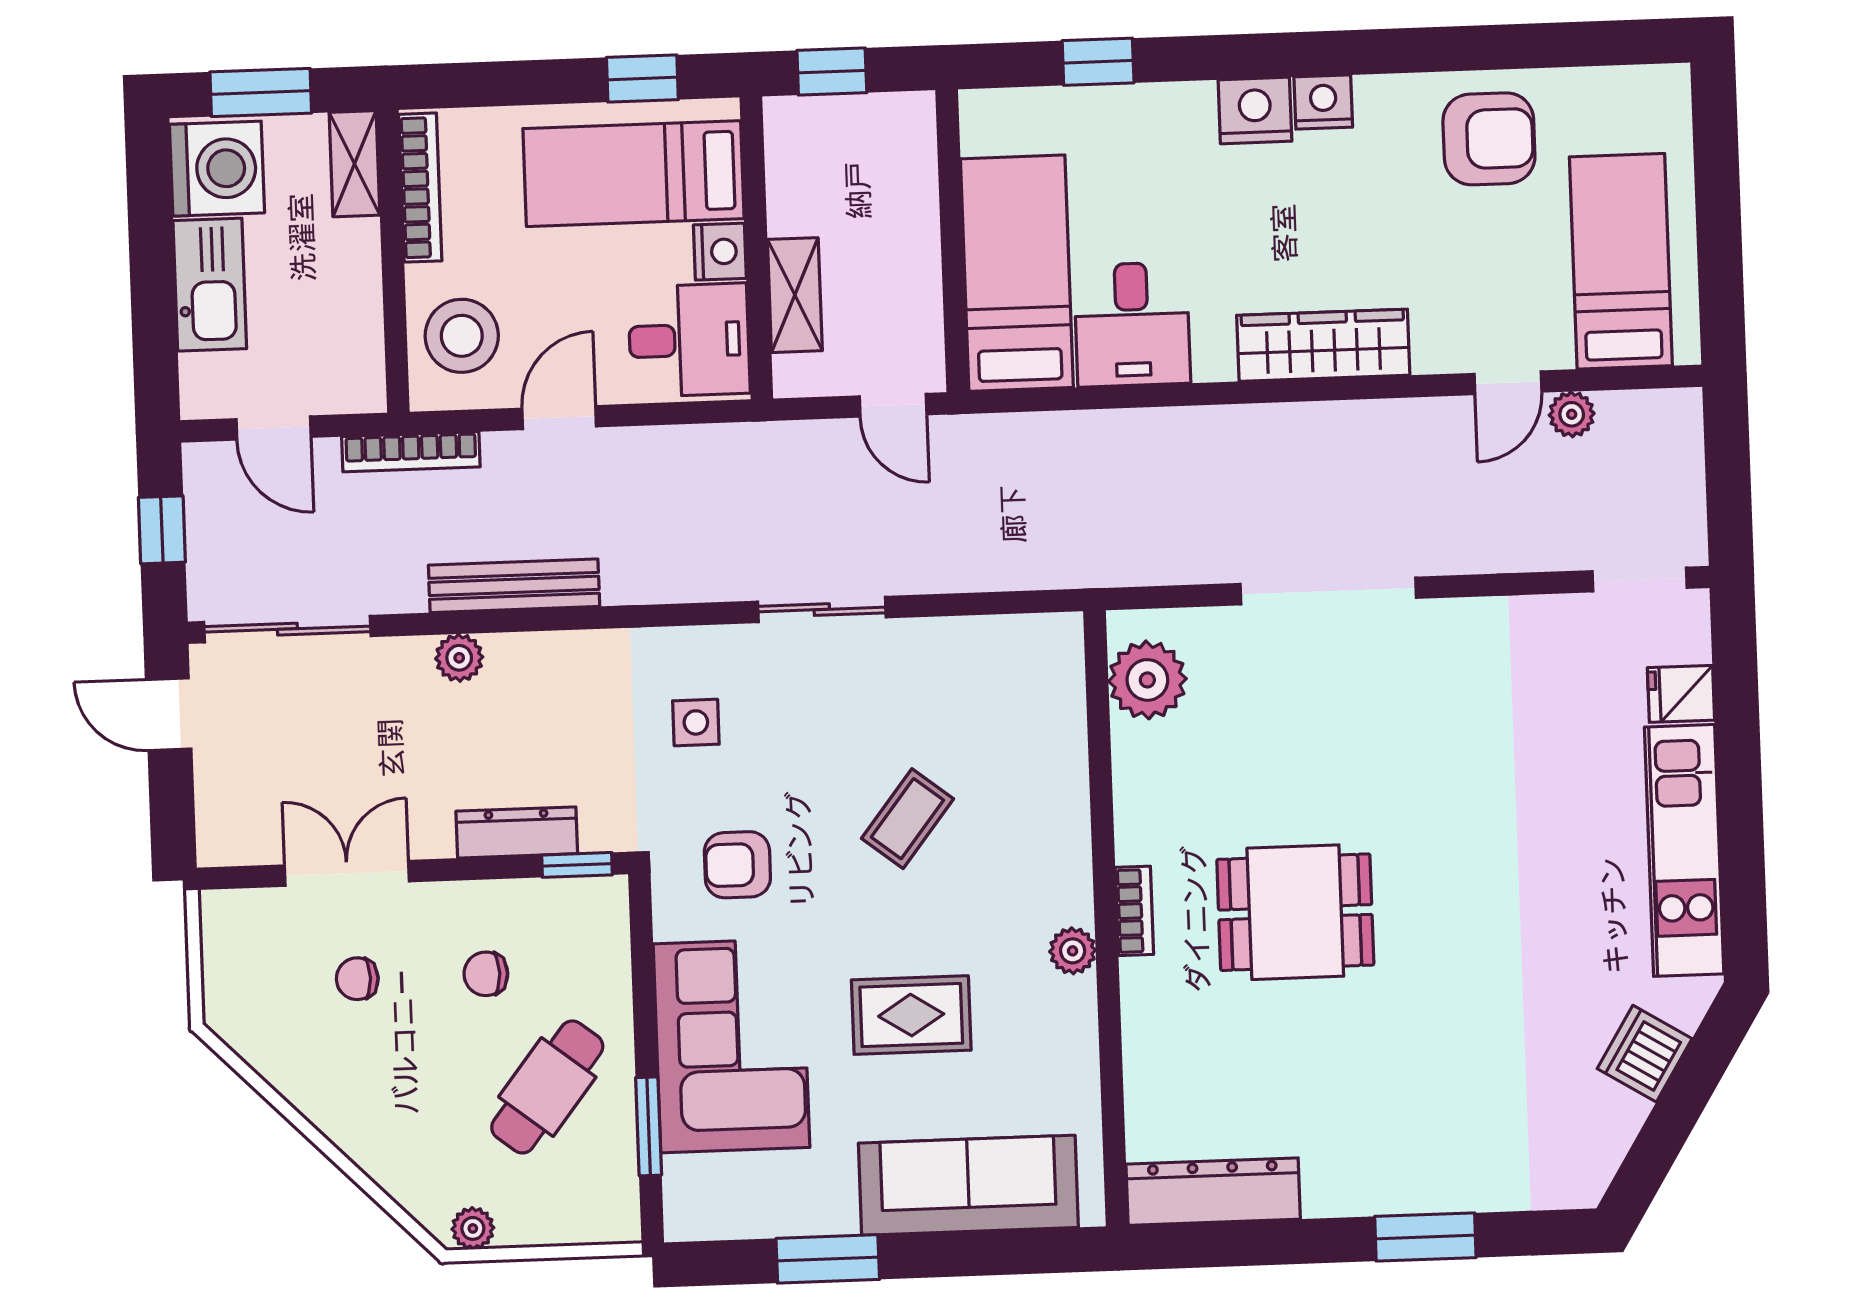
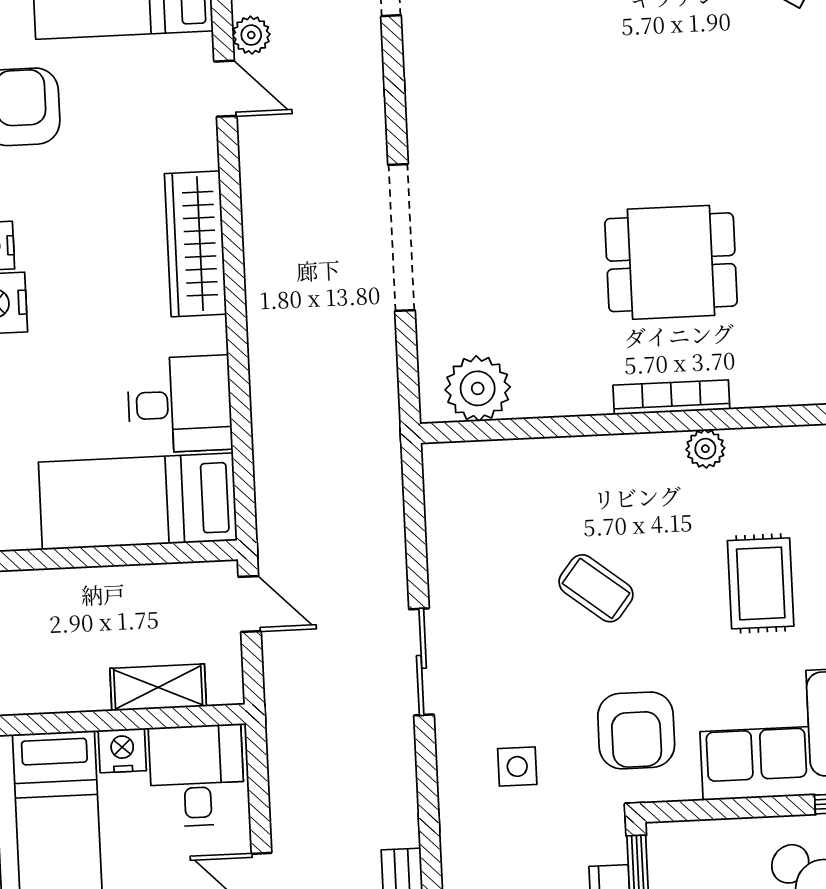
door: (893, 405) -> (250, 604), hinge flipped
armchair: (737, 865) -> (636, 730), width x1.38, depth x1.38
bookcase: (1134, 911) -> (671, 397), width x1.56
dining table: (1295, 912) -> (671, 262), turned 90

